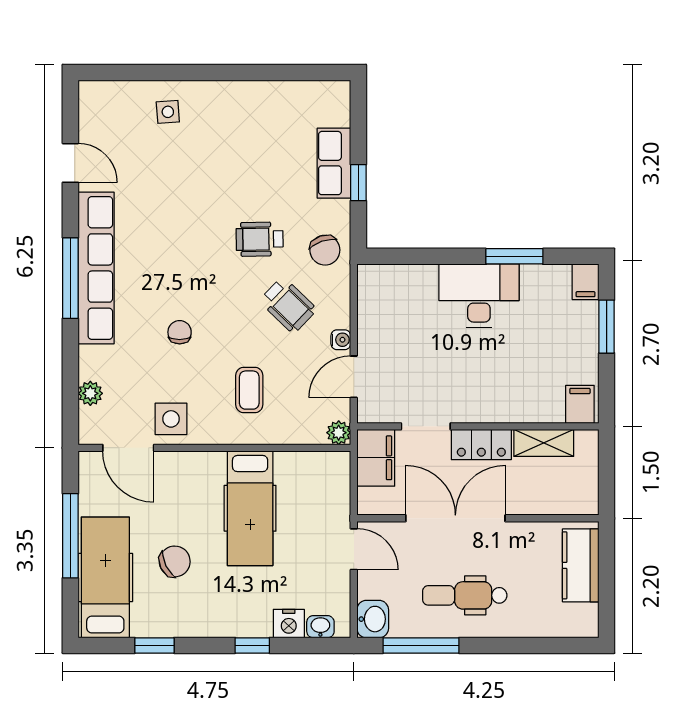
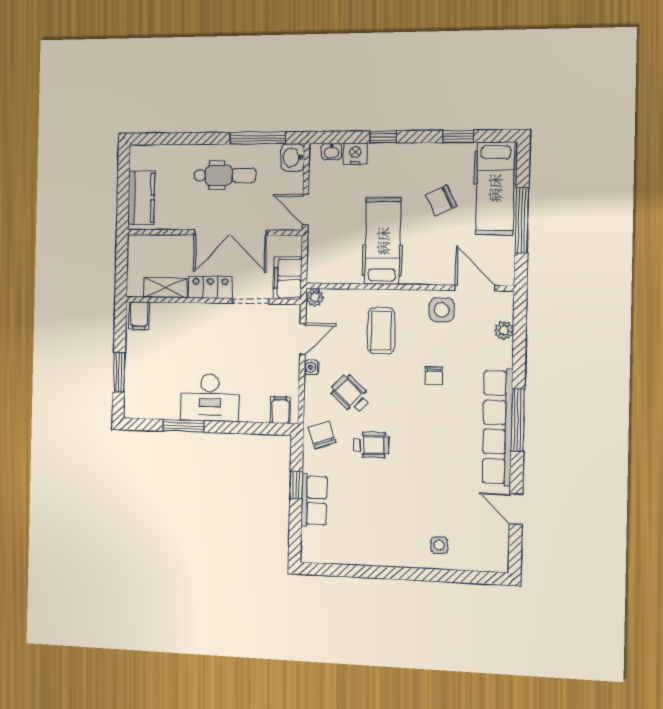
filing cabinet: (586, 282) -> (280, 410), moved
coffee table: (249, 390) -> (381, 331), width x1.36, depth x1.30

